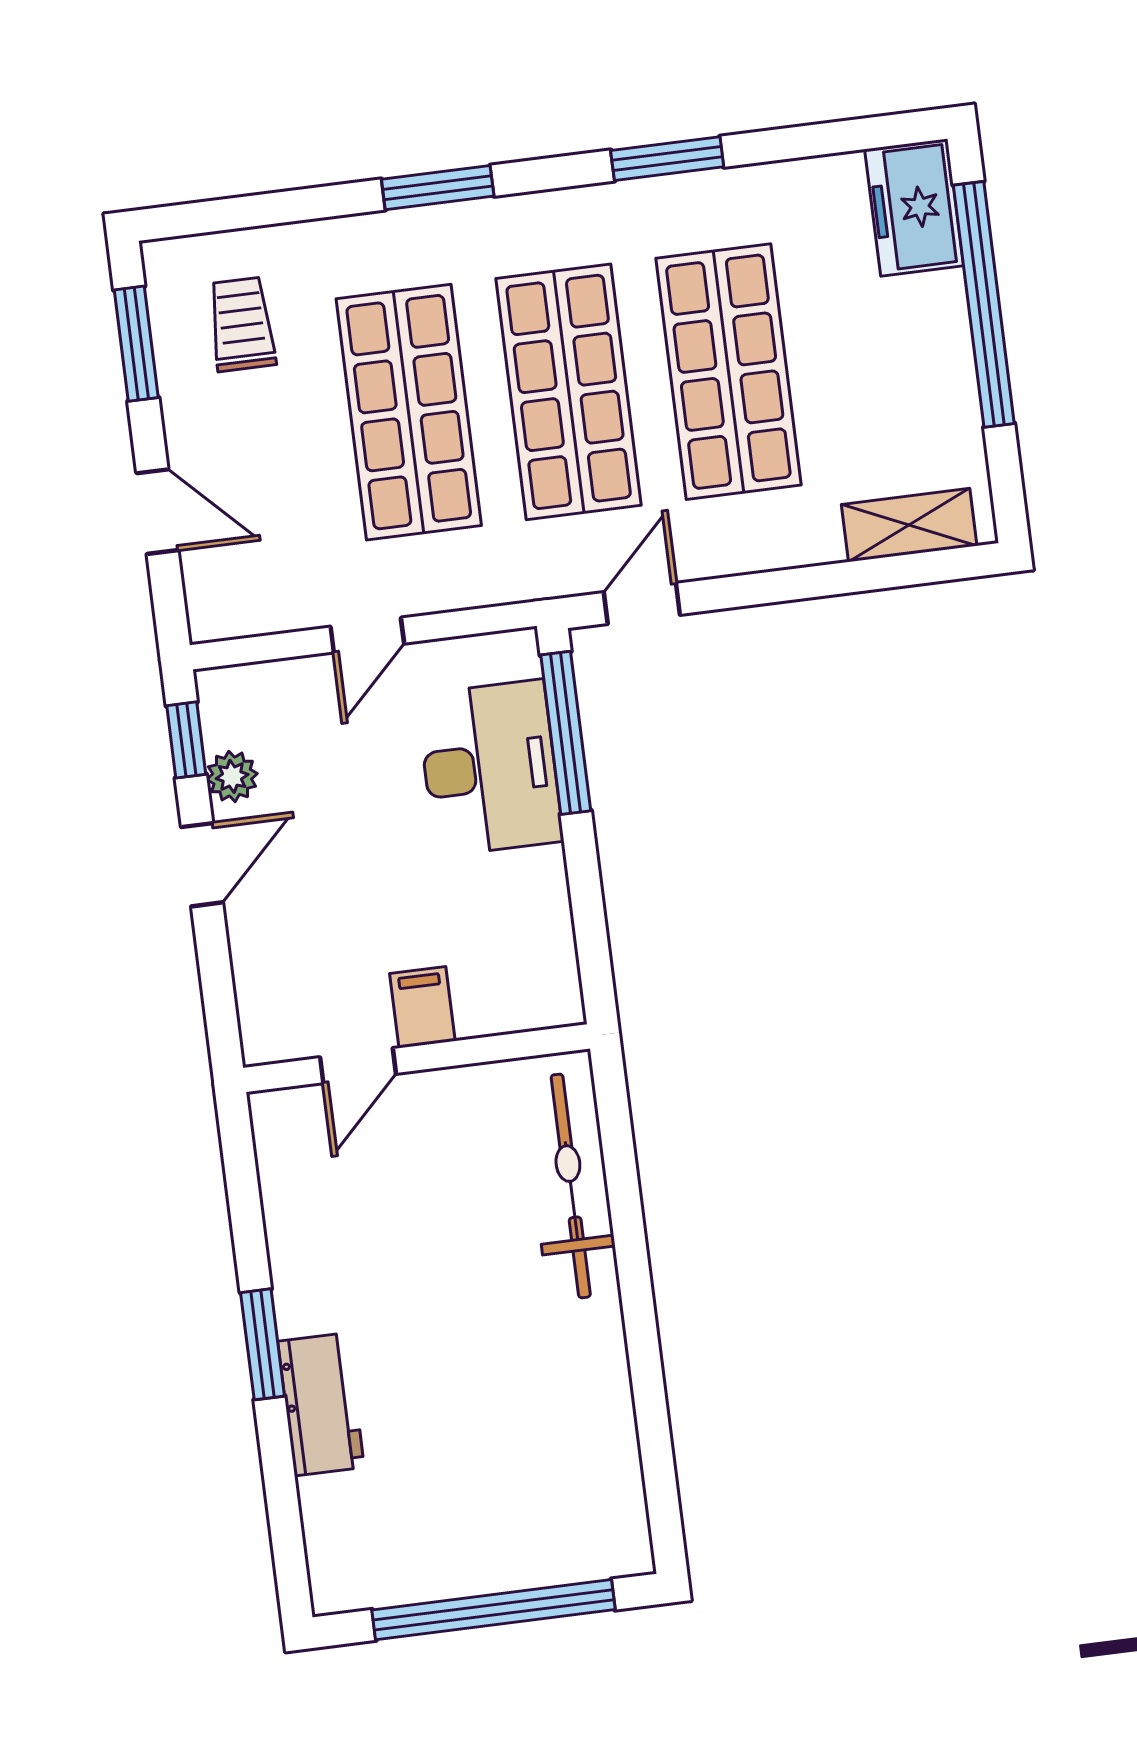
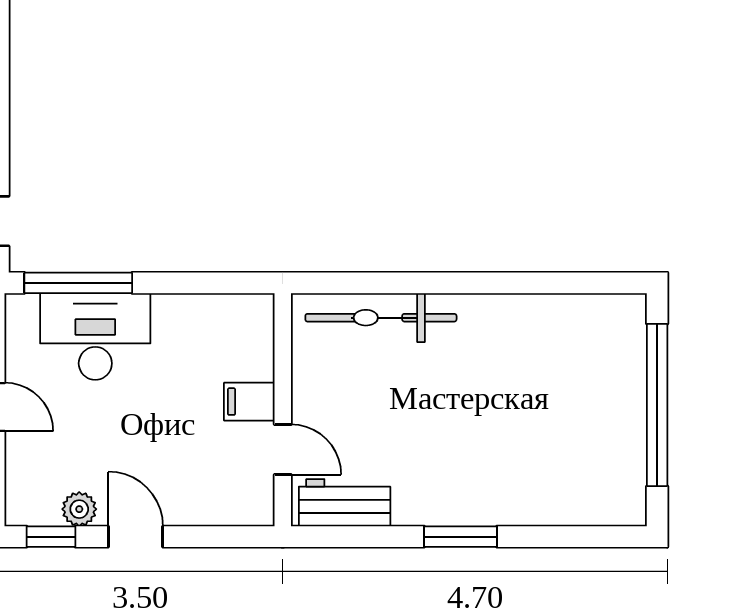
workbench: (321, 1404) -> (345, 503), moved

